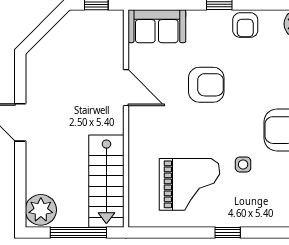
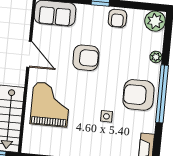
grand piano: (190, 184) -> (50, 104), moved, turned -90

